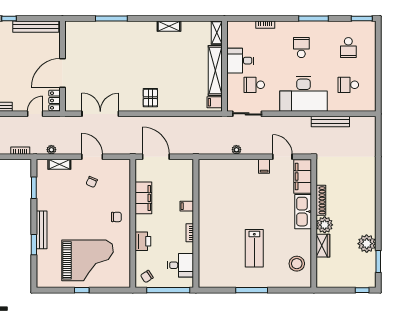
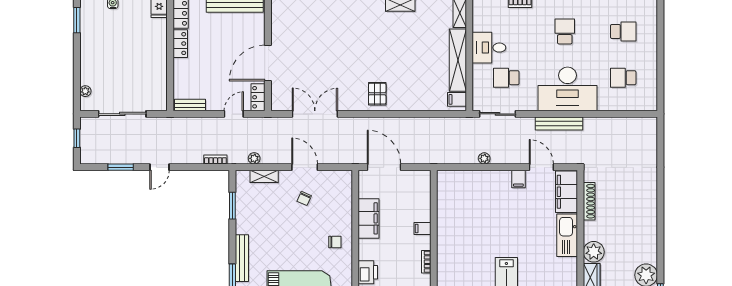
school desk: (348, 48) -> (623, 31), turned -90
bench: (330, 122) -> (559, 123), moved
shoe rack: (321, 200) -> (589, 201), moved

